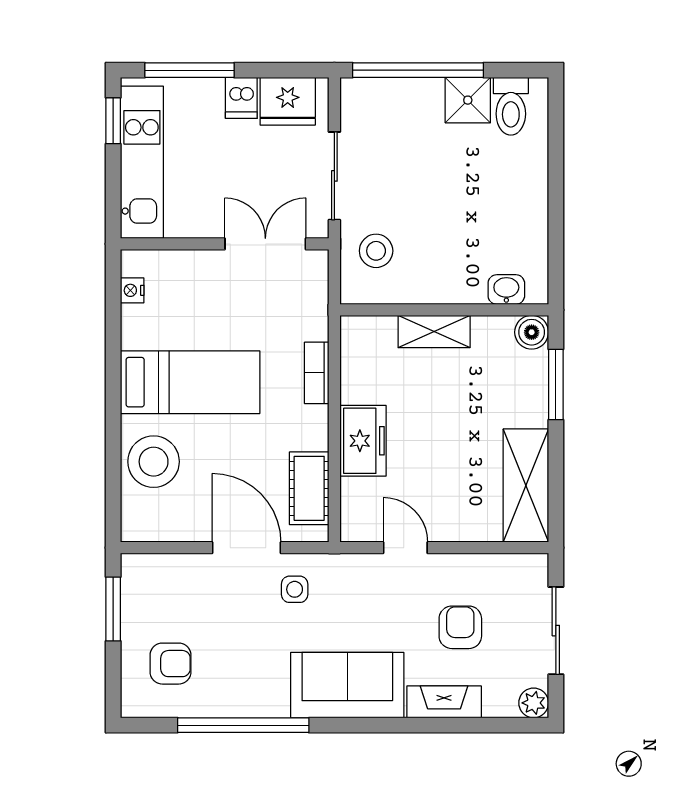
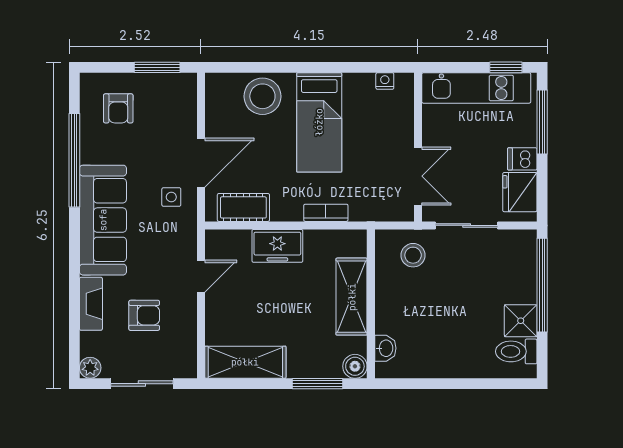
shelving: (434, 332) -> (352, 297), width x1.50, depth x1.33
sofa: (347, 685) -> (103, 220), width x1.36

